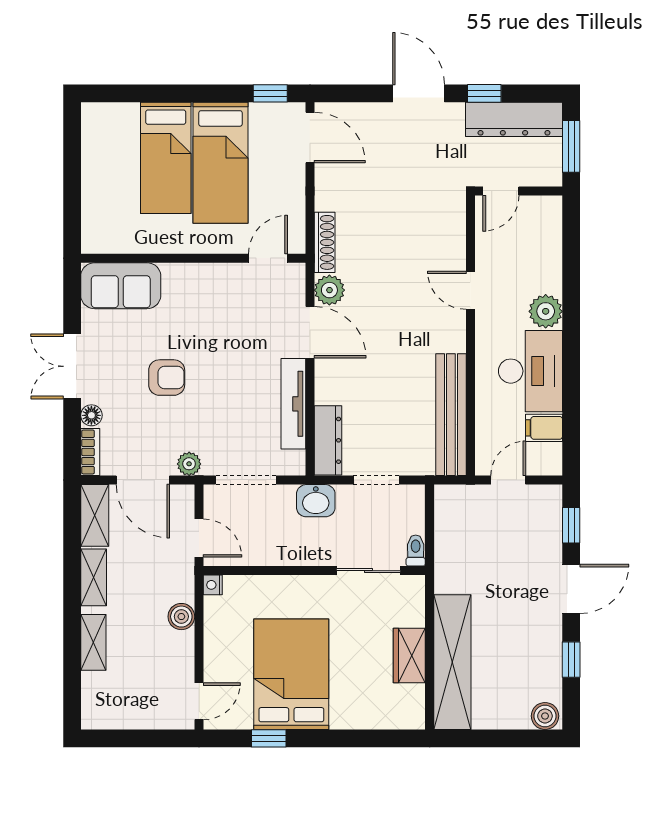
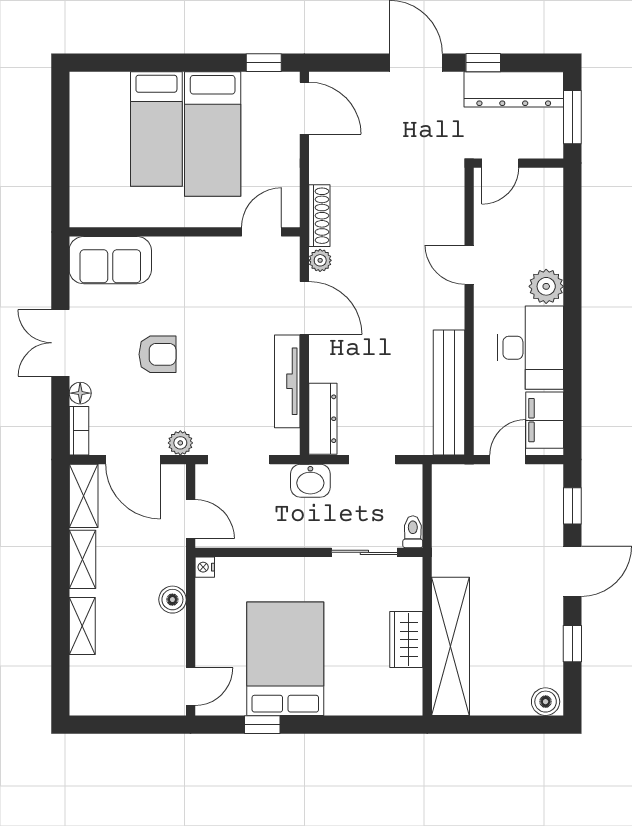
plant: (329, 290) -> (320, 260), width x0.73, depth x0.73
filing cabinet: (544, 428) -> (545, 420), width x2.00

